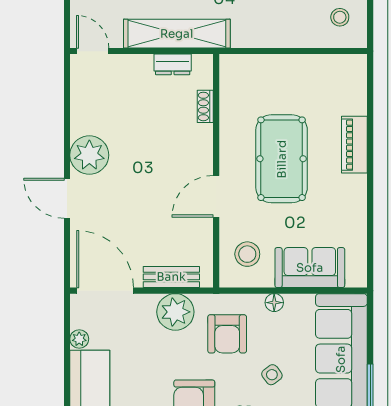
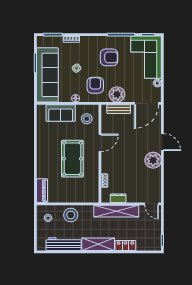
stool: (286, 24) -> (71, 215), added
piano: (354, 145) -> (42, 191), moved
door: (105, 291) -> (146, 103), hinge flipped

